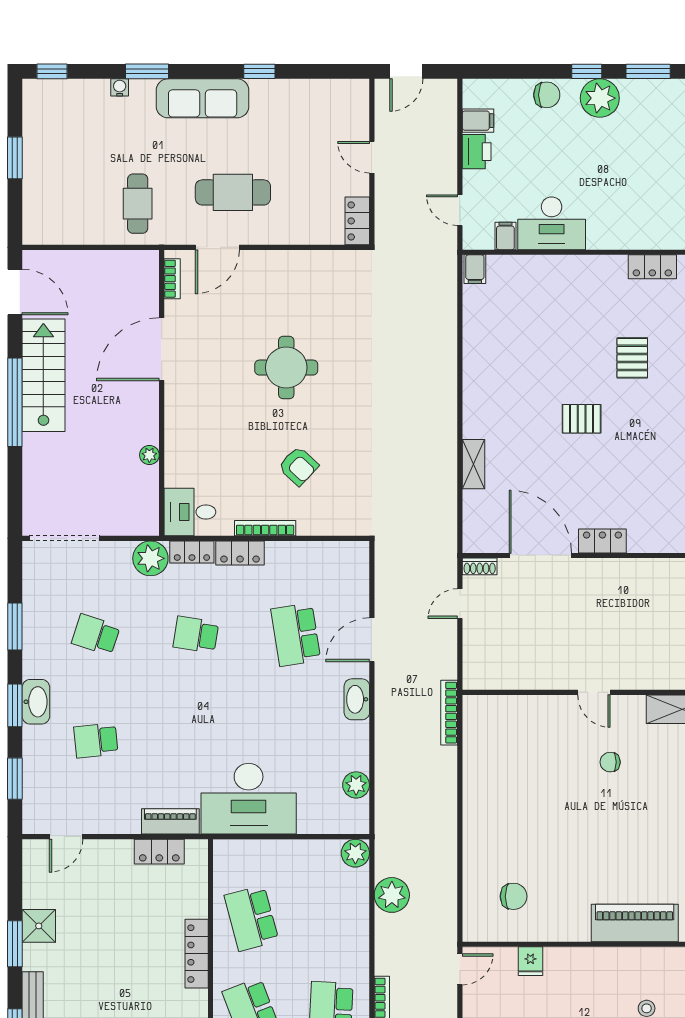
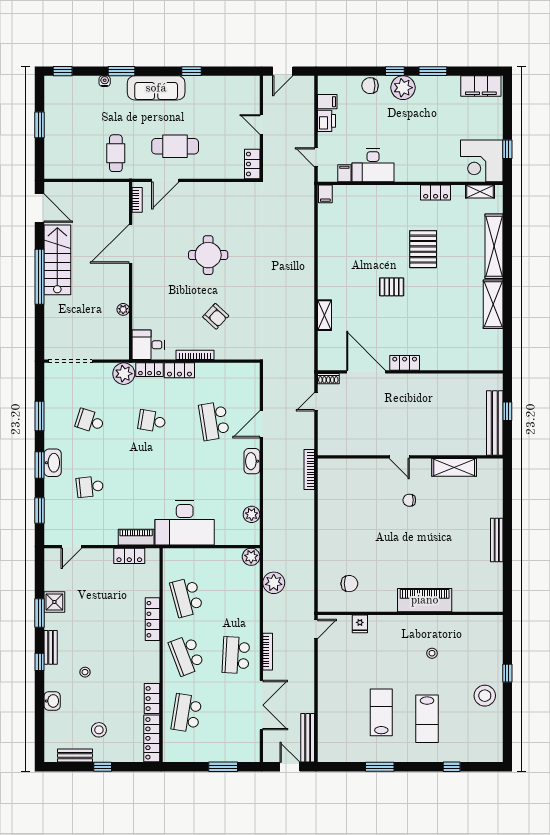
chair: (547, 95) -> (370, 86), turned 180
pallet: (632, 358) -> (423, 249), width x1.50, depth x1.42

